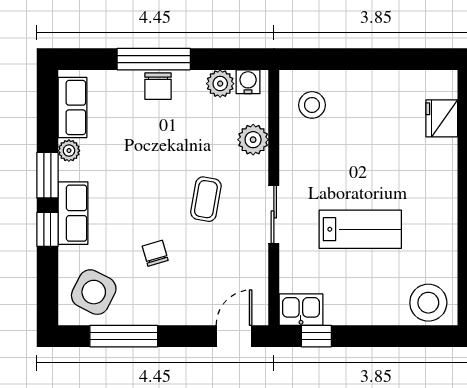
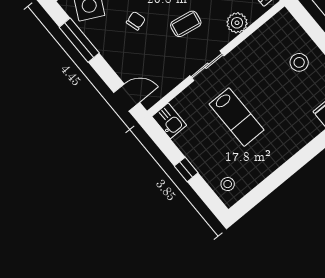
stool: (312, 105) -> (299, 62), moved
stool: (428, 303) -> (228, 184), width x0.53, depth x0.53
window: (316, 336) -> (186, 169), moved

